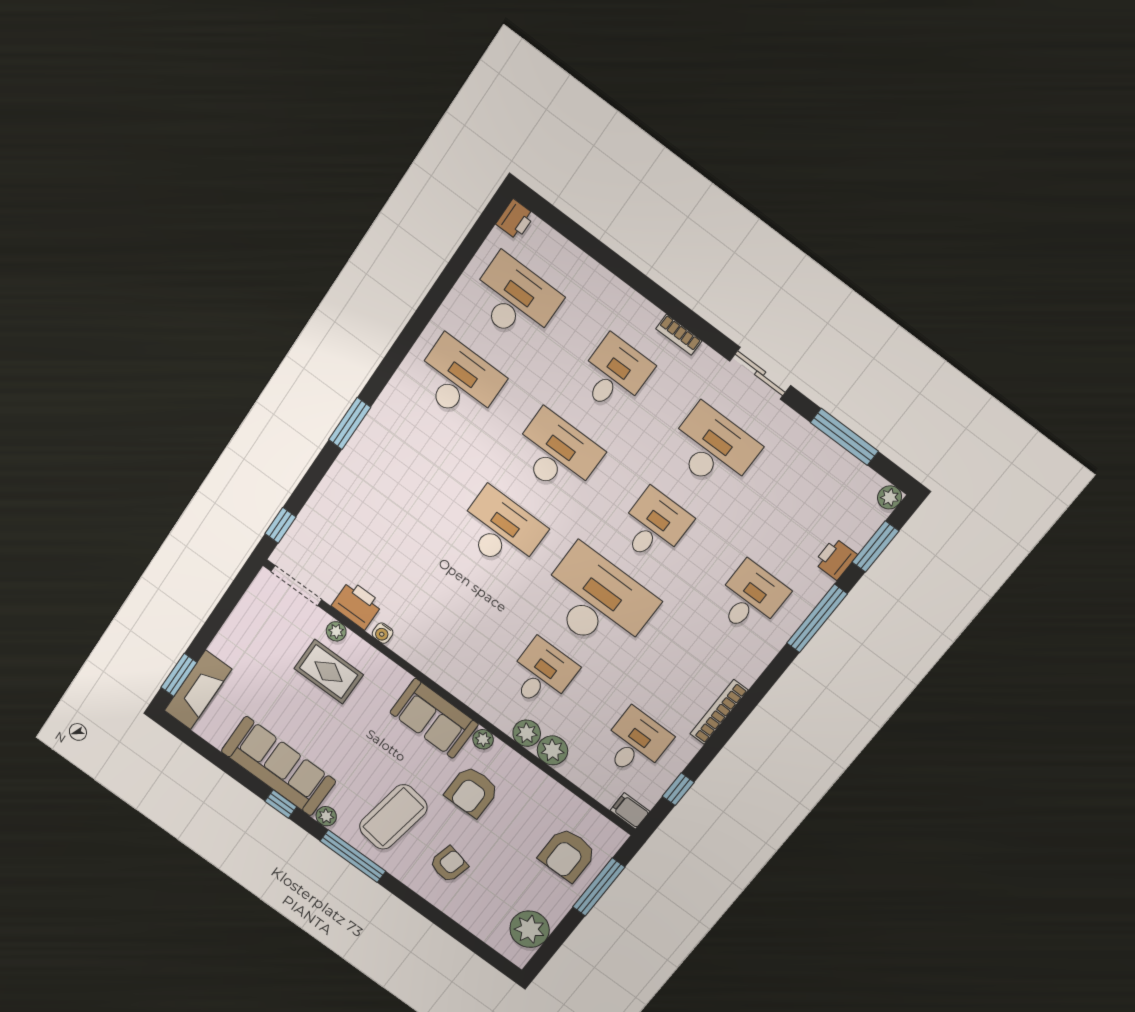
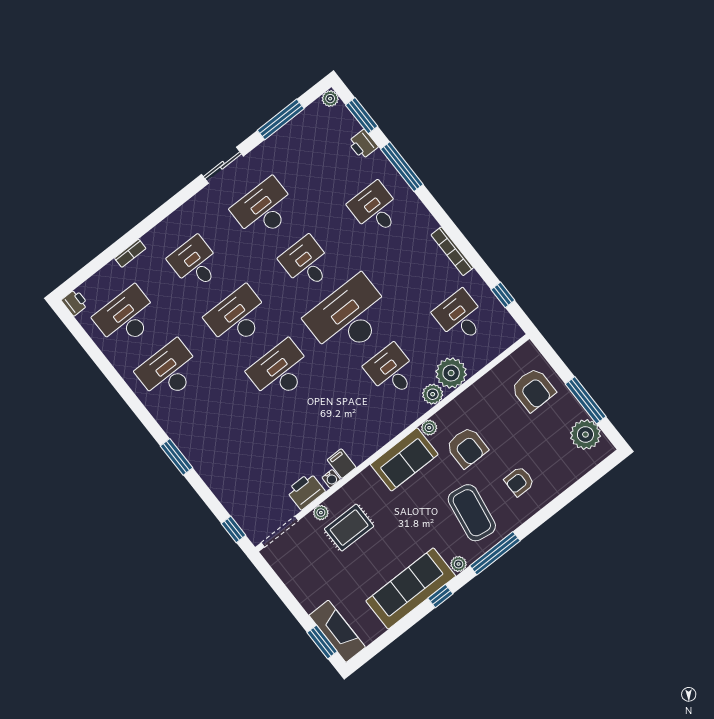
bookcase: (679, 335) -> (130, 253), moved
plant: (552, 750) -> (451, 373), width x1.36, depth x1.36
filing cabinet: (630, 811) -> (342, 464), moved, turned 90
armchair: (449, 864) -> (519, 481), turned -103
window: (599, 887) -> (586, 400), moved

